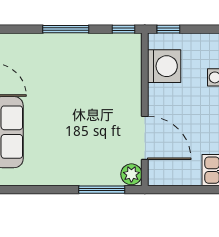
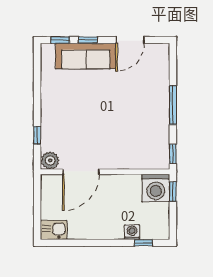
washing machine: (164, 66) -> (156, 188), moved
window: (102, 190) -> (37, 135), width x0.46

